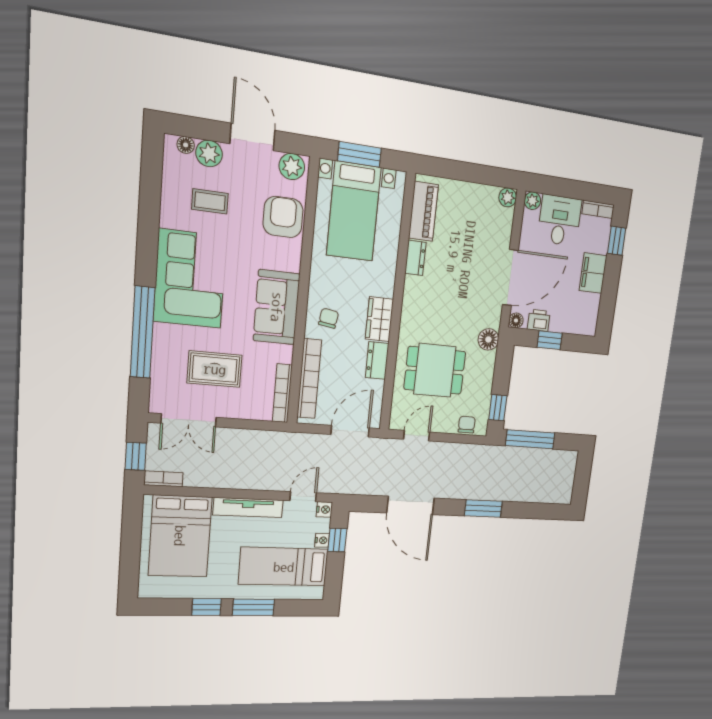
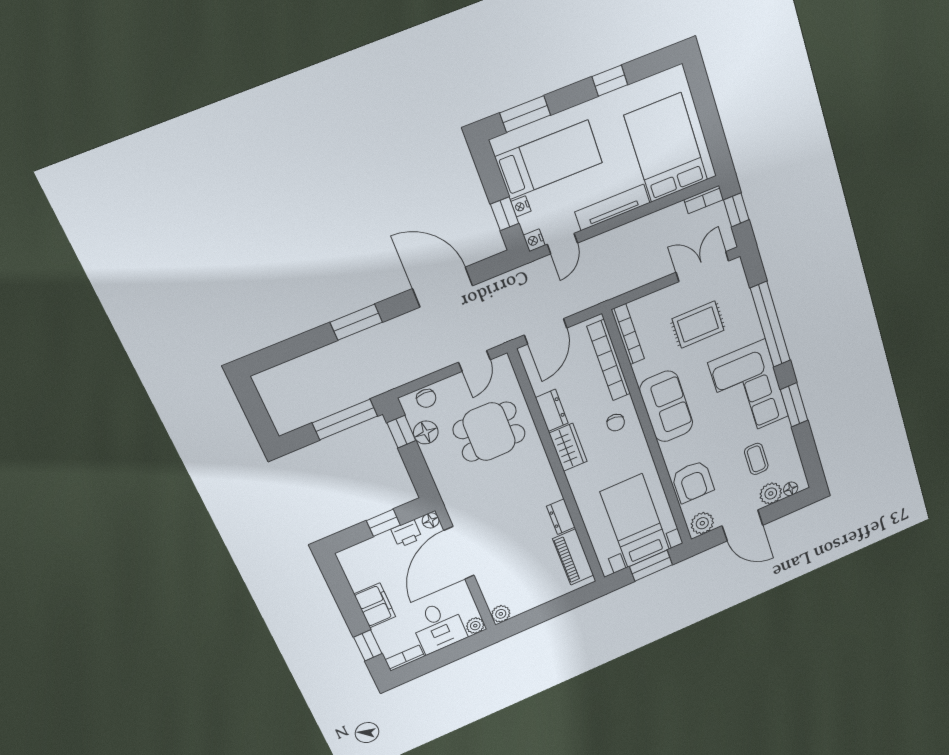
coffee table: (210, 201) -> (756, 459), turned 90
window: (148, 236) -> (794, 405), added
floor lamp: (488, 339) -> (426, 432), moved
window: (253, 607) -> (525, 114), moved

